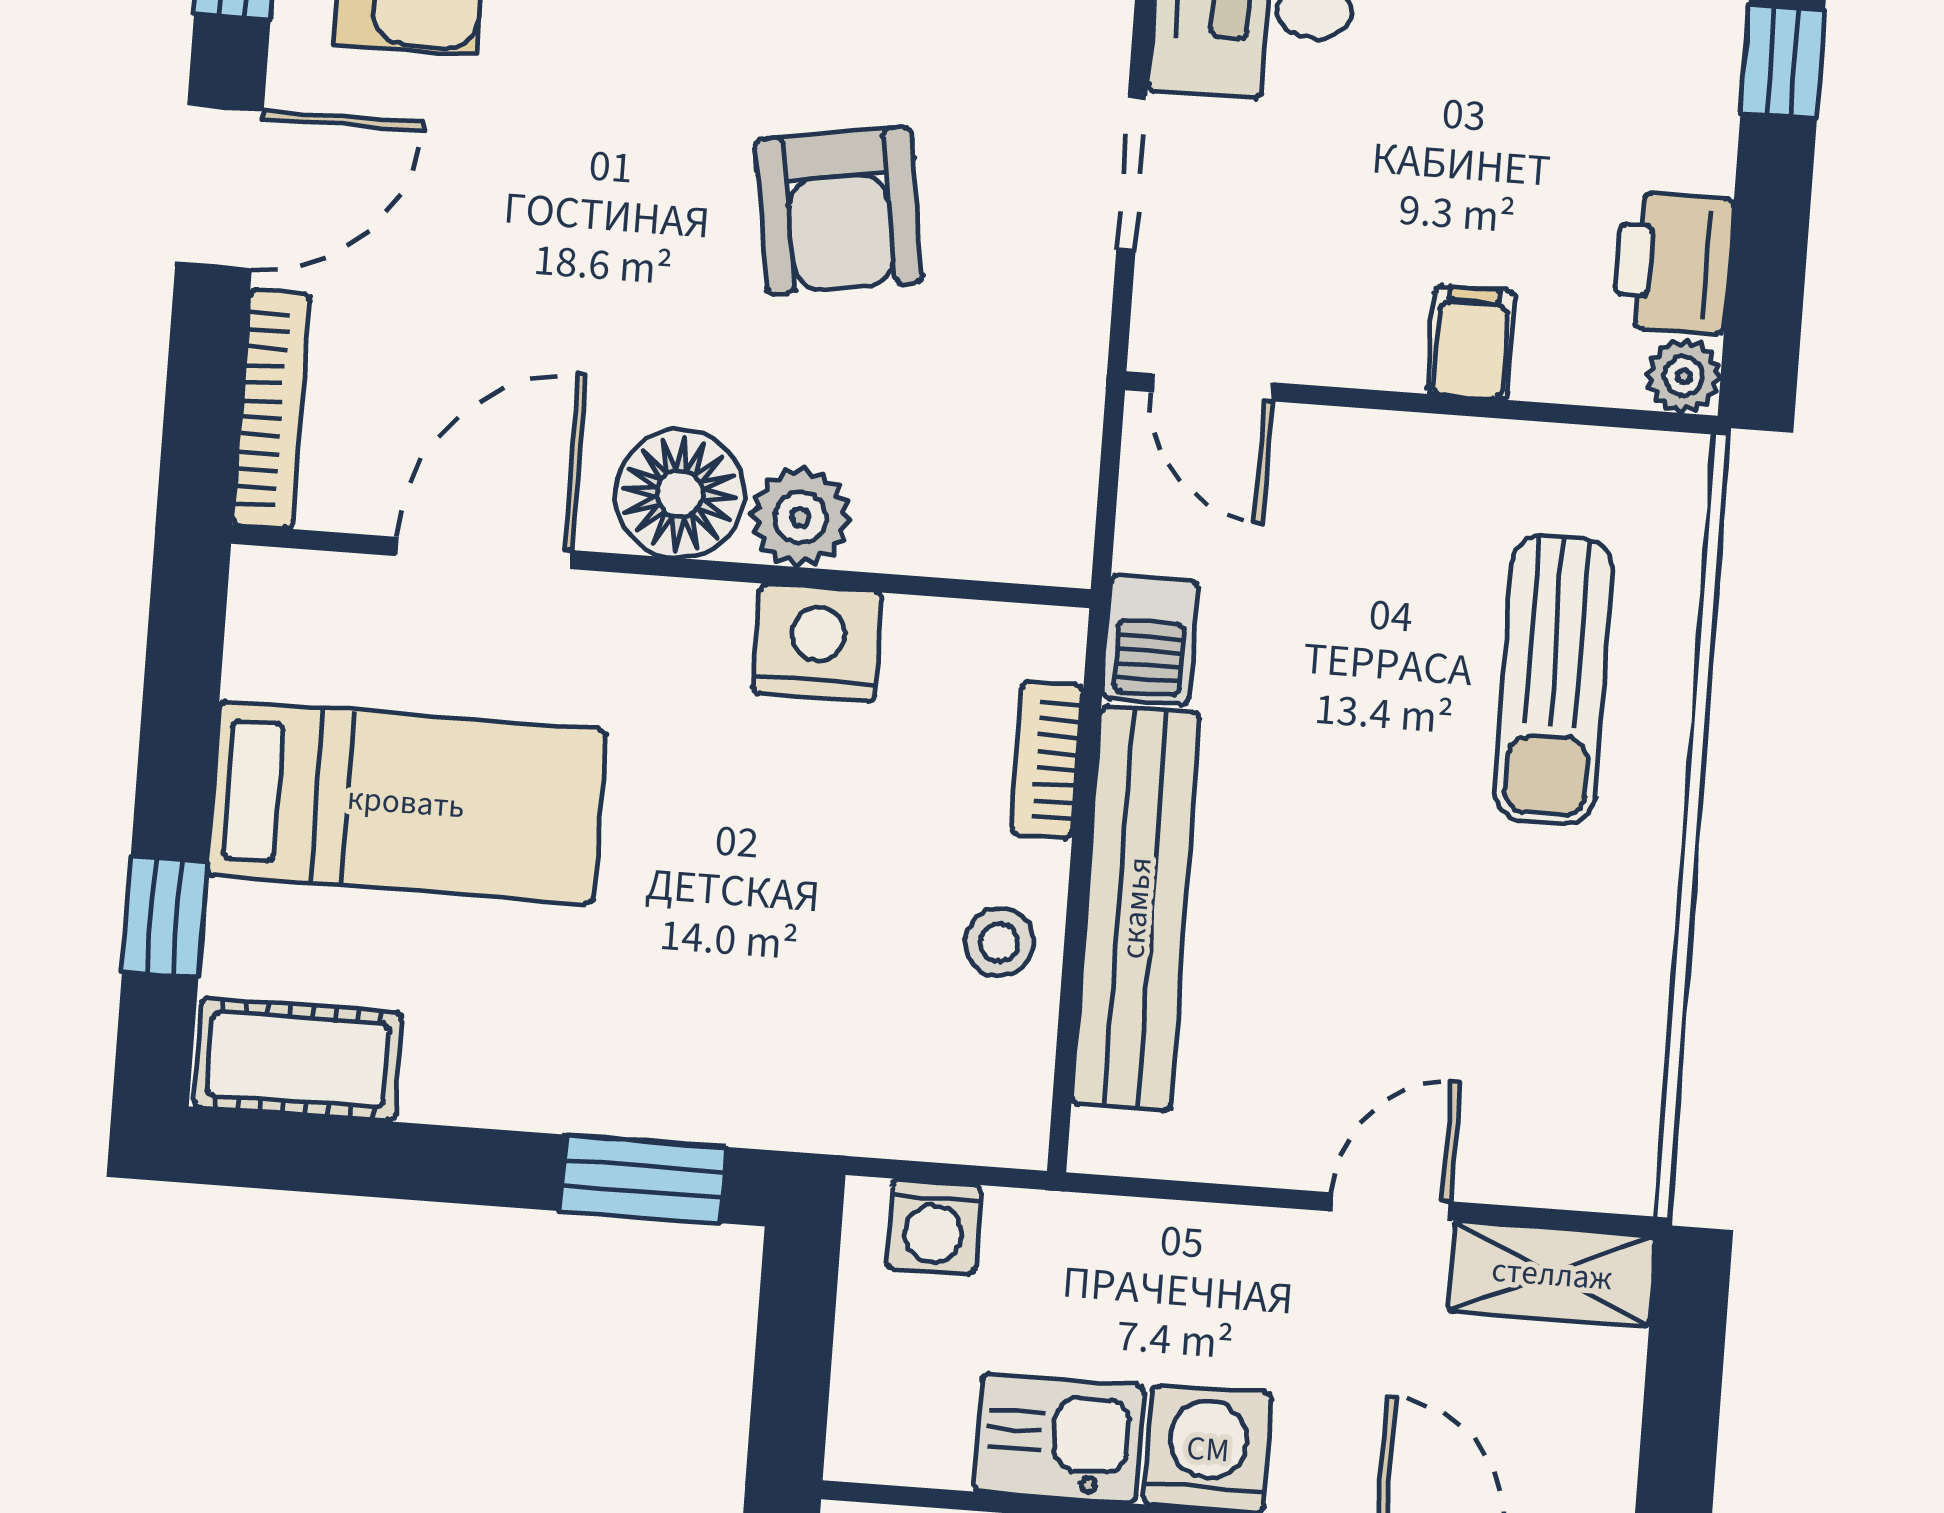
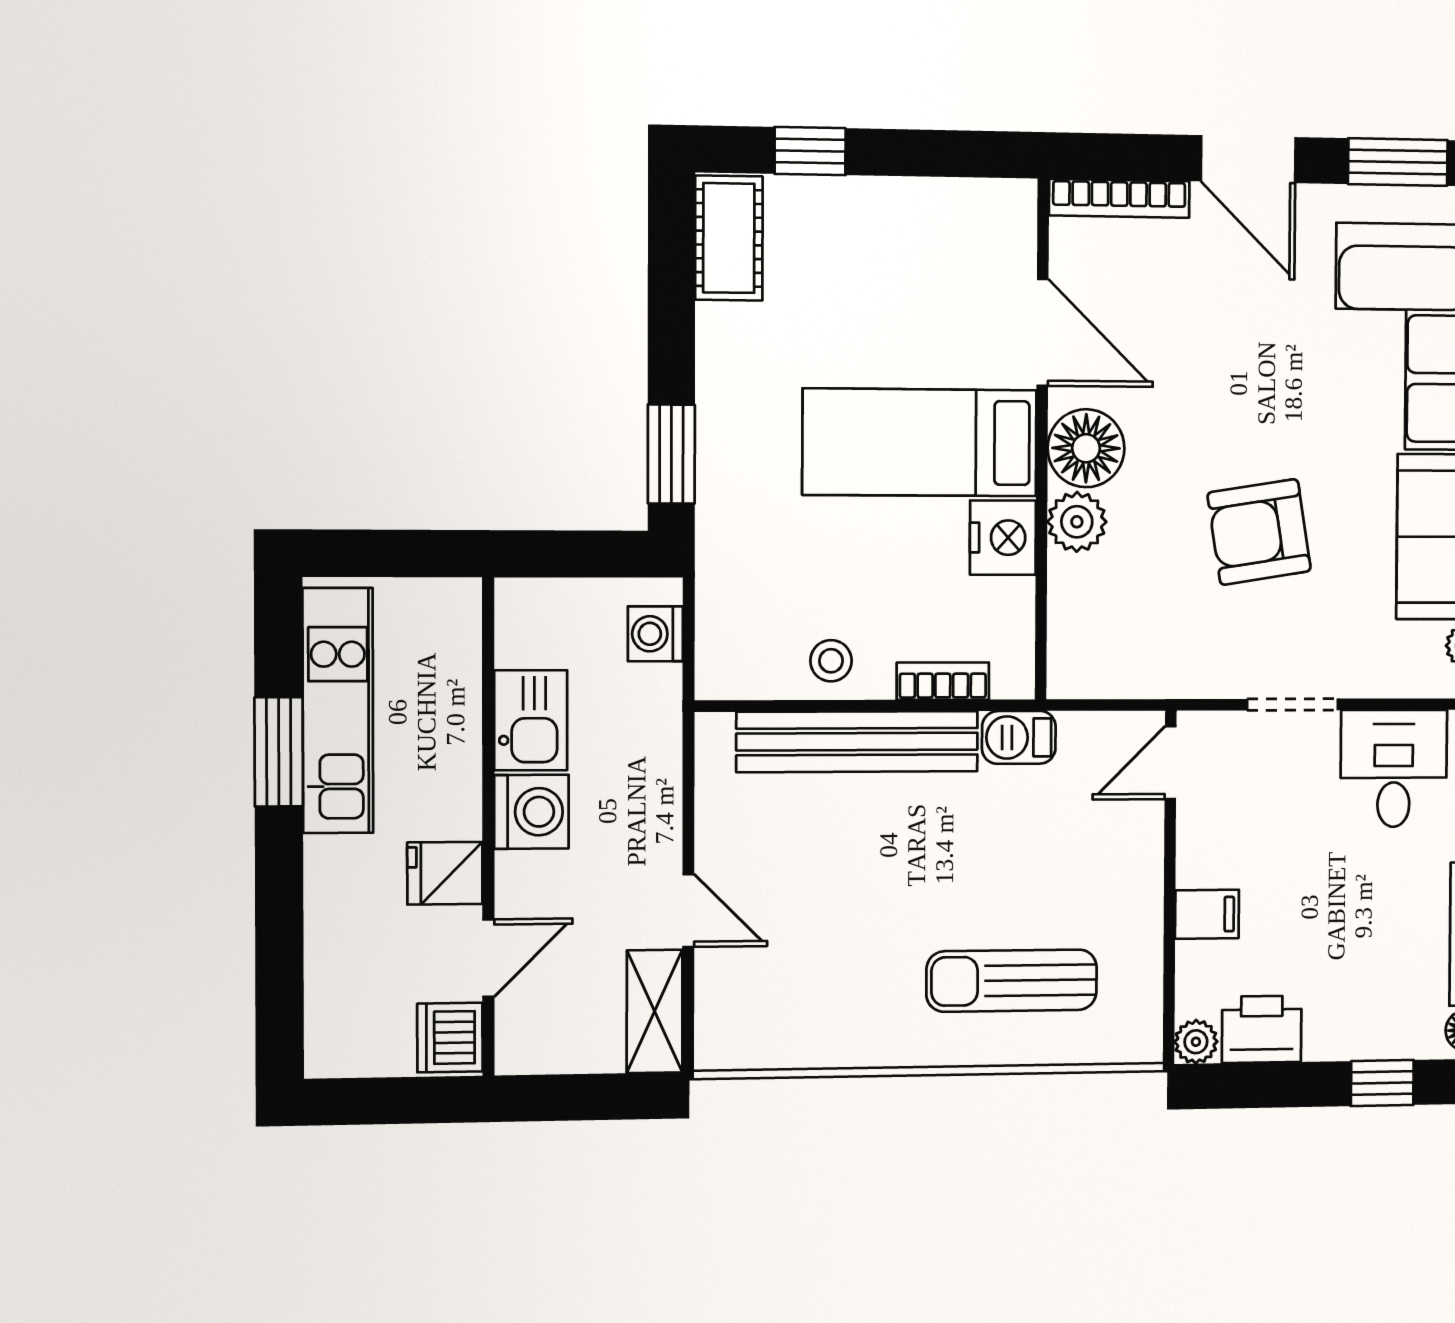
bed: (406, 802) -> (920, 442), moved, turned 90

